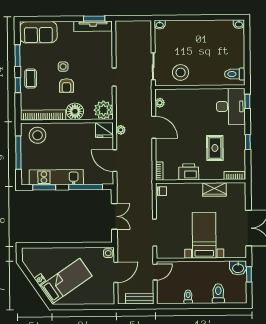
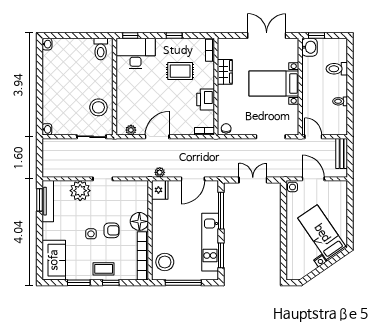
plant: (103, 110) -> (80, 191), moved

